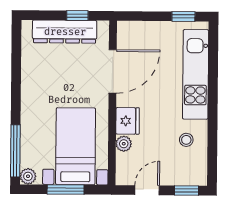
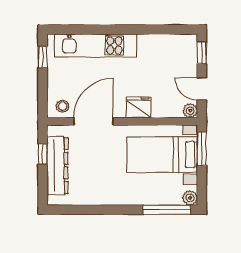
door: (113, 71) -> (94, 121), hinge flipped
stool: (186, 140) -> (63, 106), moved
plant: (124, 144) -> (190, 111), moved
window: (66, 189) -> (202, 149), moved

